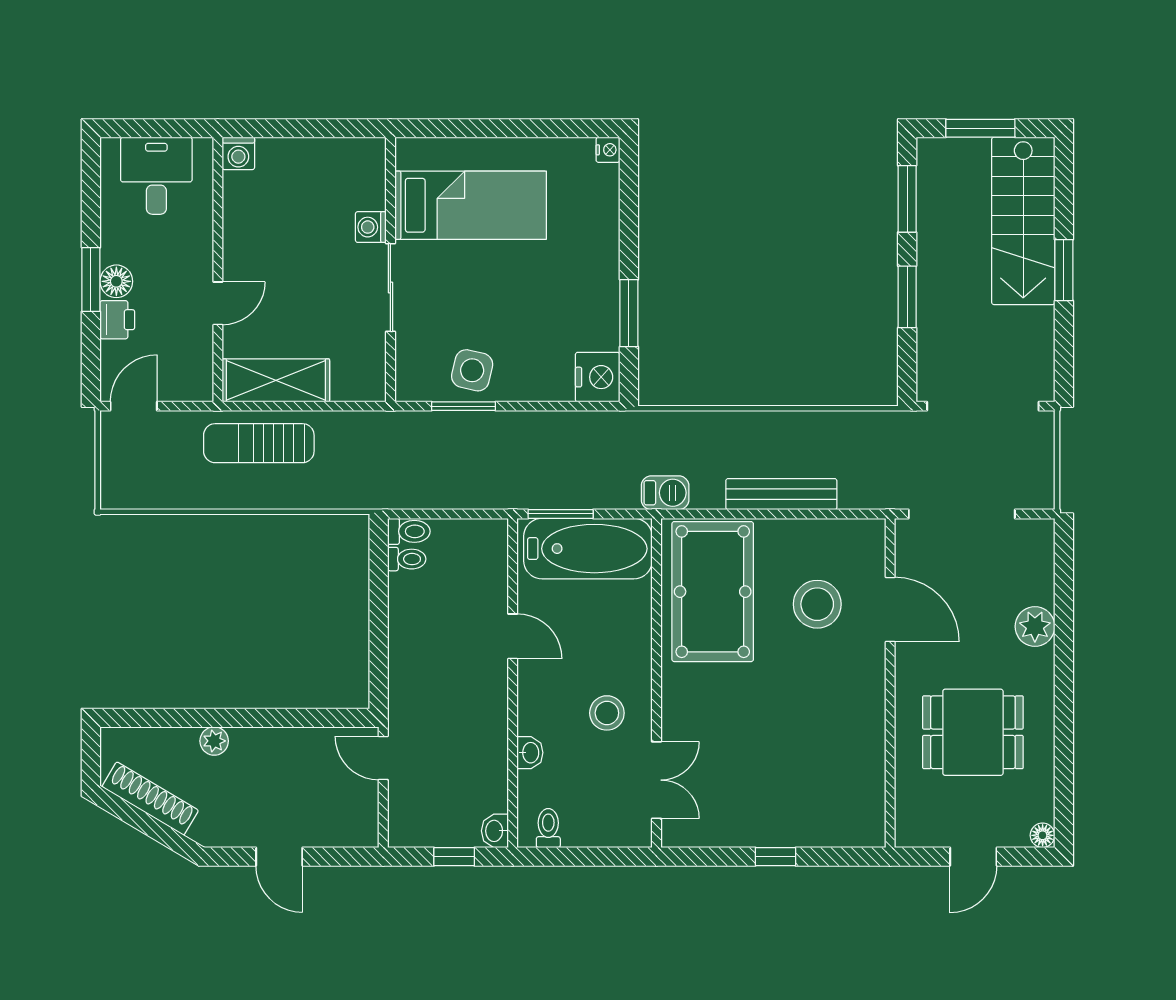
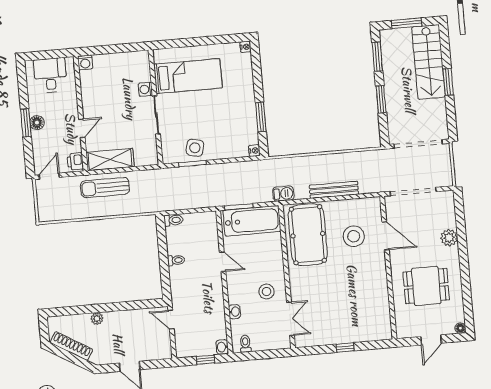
printer: (117, 320) -> (75, 162), moved, turned 180
nightstand: (598, 377) -> (254, 151), width x0.53, depth x0.56
toilet: (407, 559) -> (176, 260), moved

